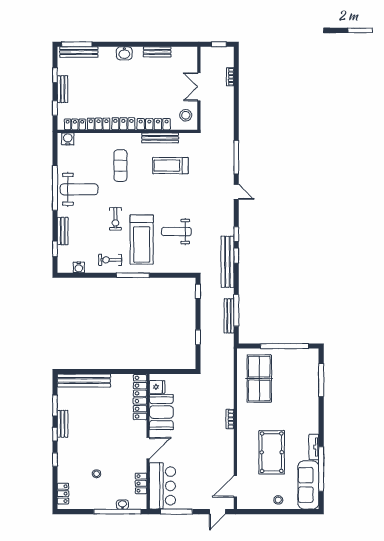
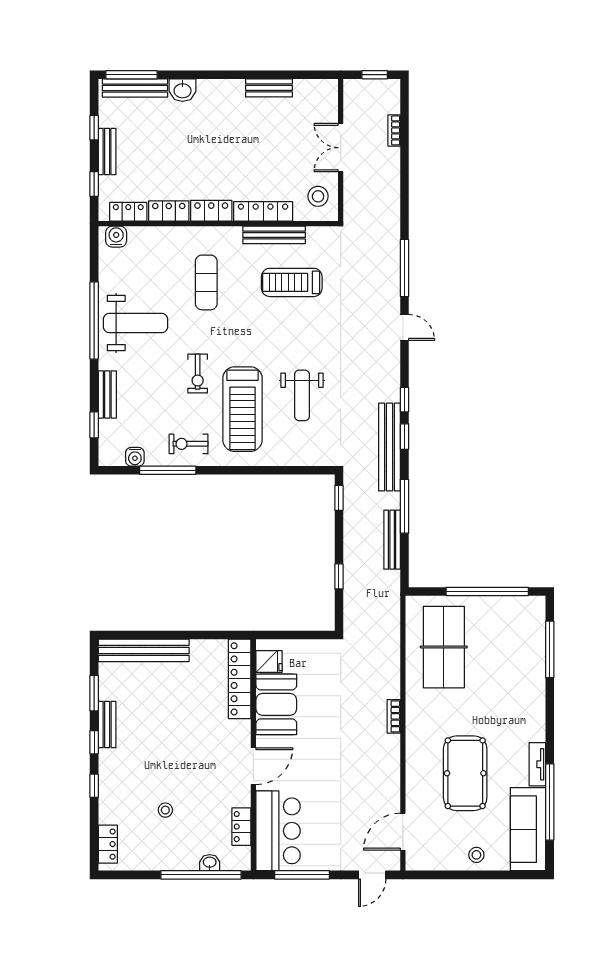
washbasin: (124, 53) -> (183, 90), moved
weight bench: (176, 232) -> (302, 395), turned -90
window: (133, 275) -> (168, 470), moved
window: (236, 310) -> (405, 506), moved

